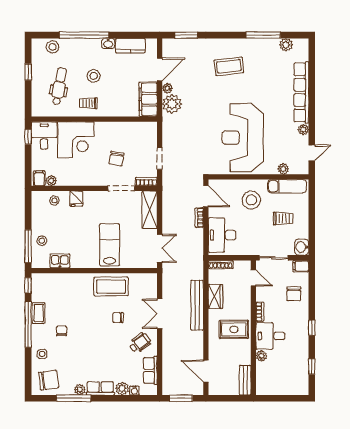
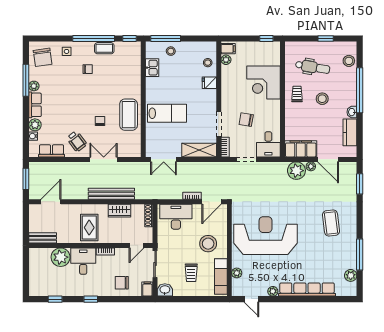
desk: (44, 135) -> (268, 144), moved, turned 90
plant: (261, 356) -> (61, 257), width x1.87, depth x1.87

